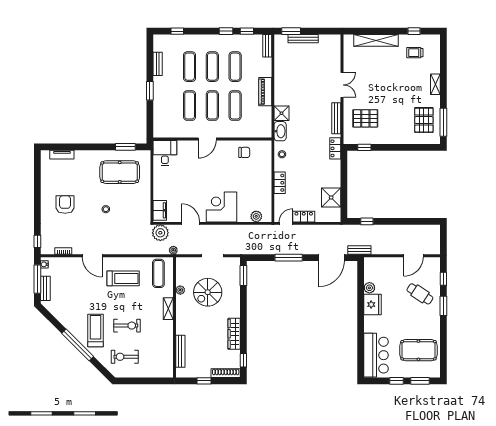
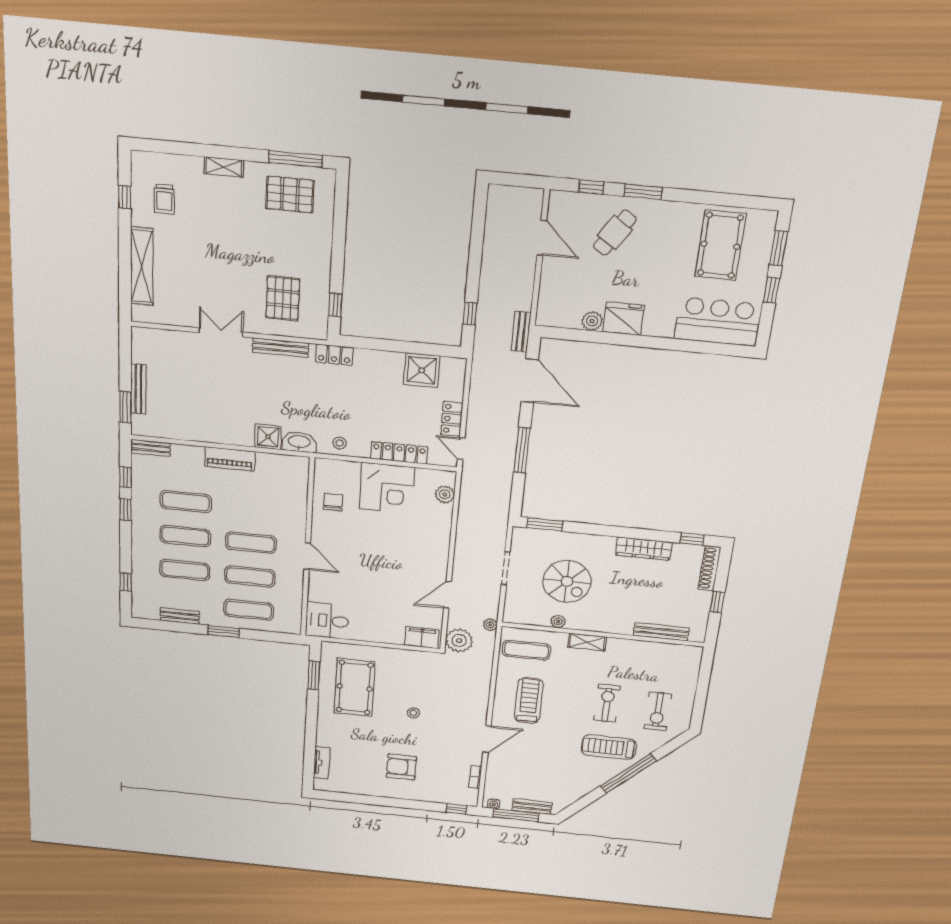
exercise mat: (235, 106) -> (249, 610), moved
locker: (280, 183) -> (399, 453), width x1.53
corner desk: (221, 207) -> (387, 488), moved, turned -90

